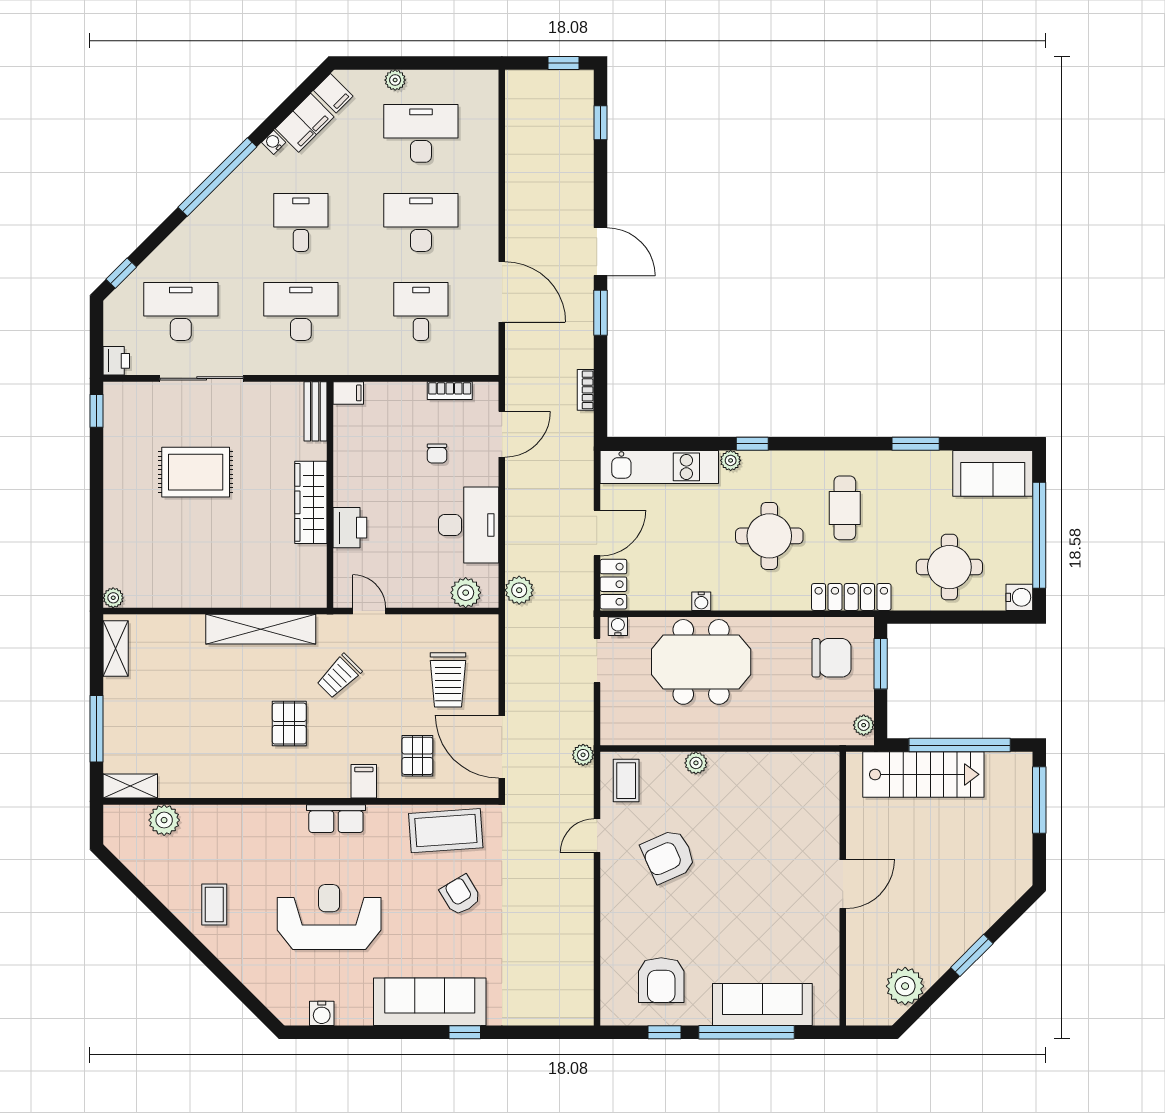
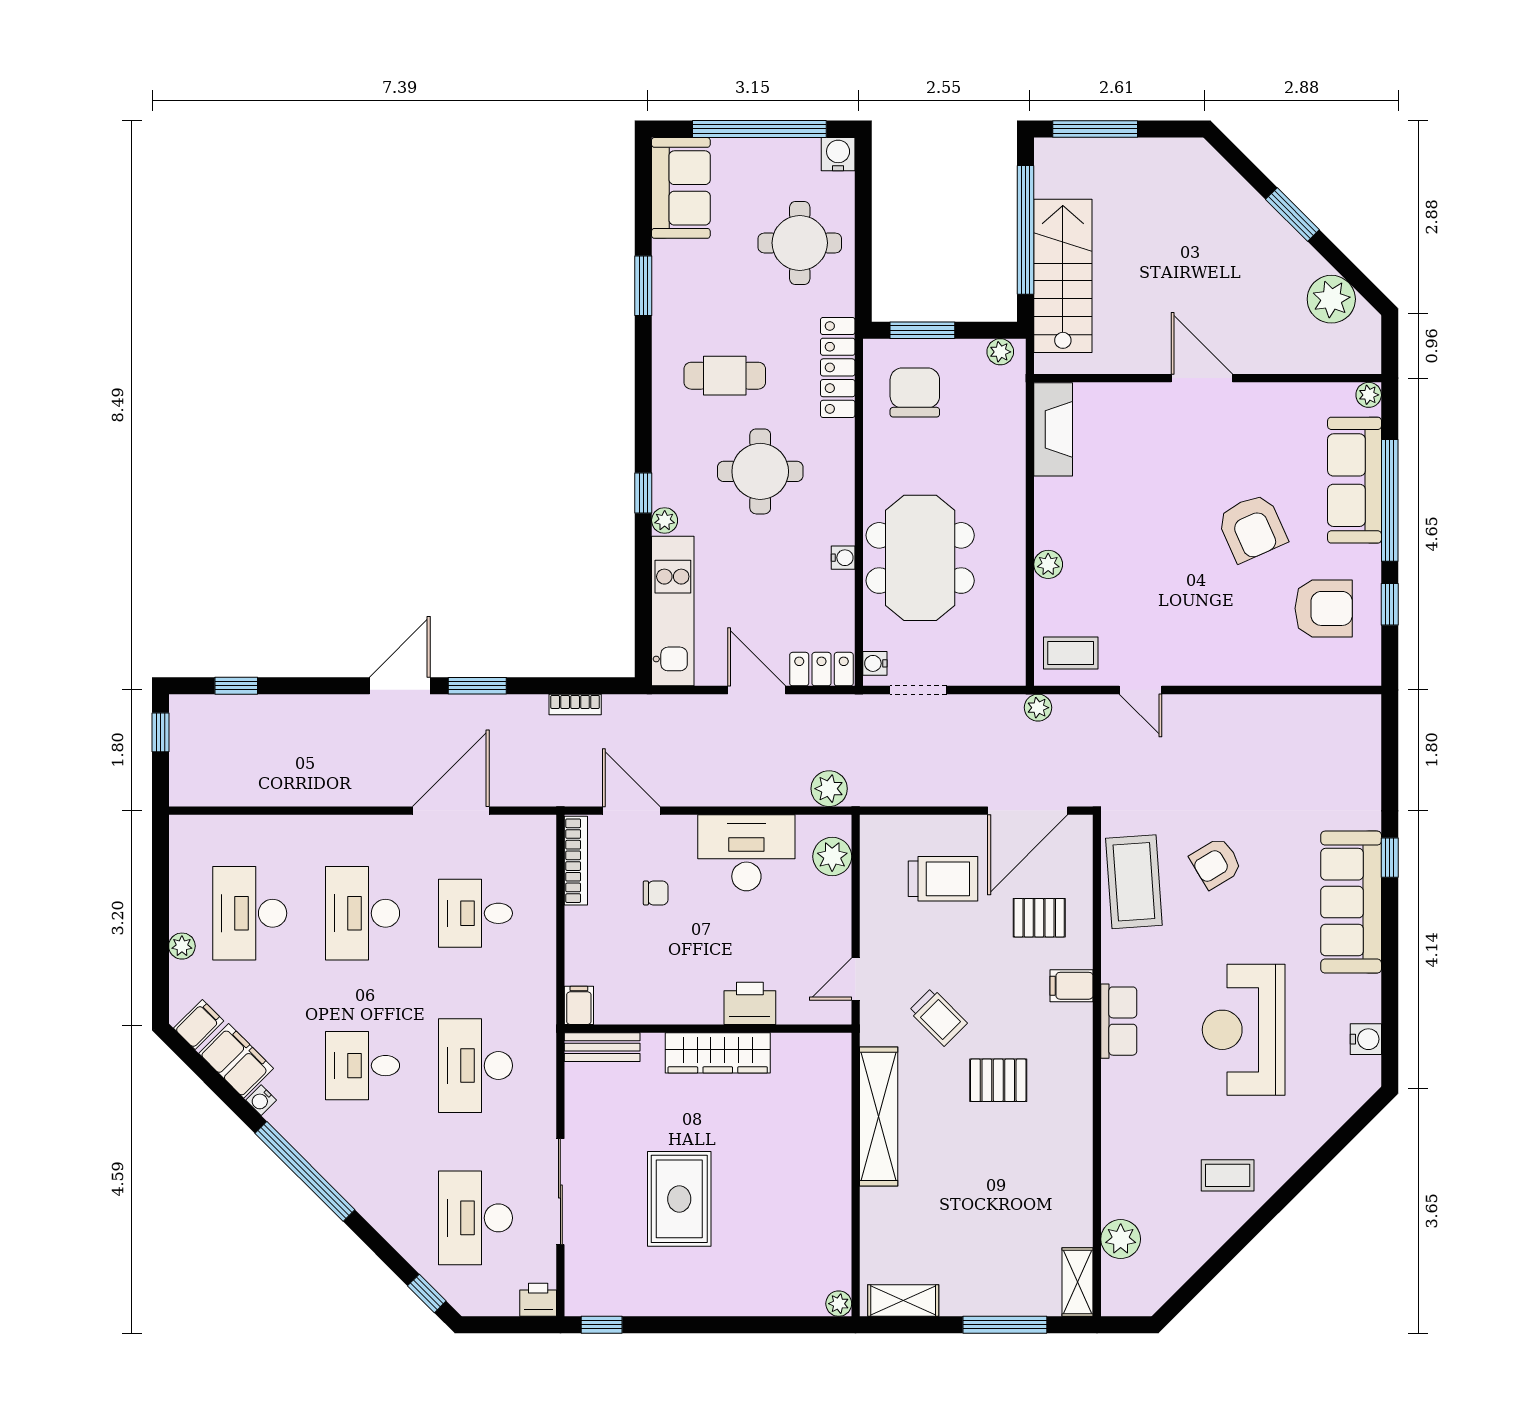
bookcase: (450, 391) -> (576, 861), width x1.56
fireplace: (802, 767) -> (1053, 429), added
armchair: (668, 856) -> (1252, 528), moved
plant: (830, 1016) -> (1369, 395), added

